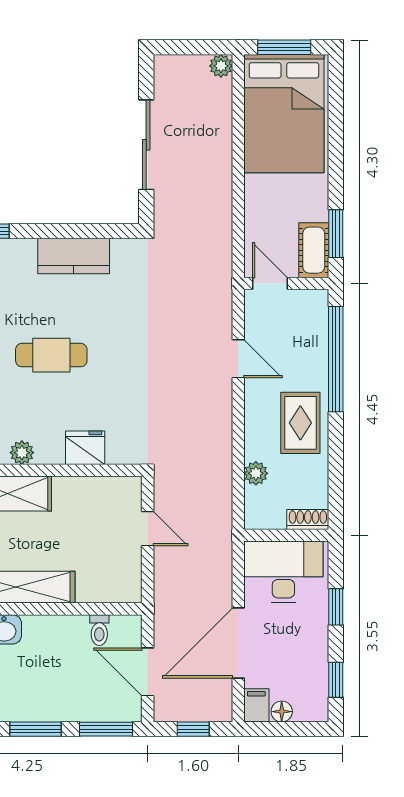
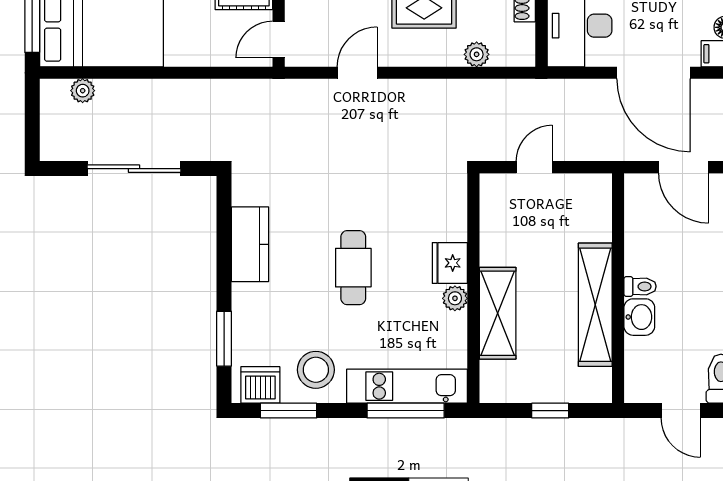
plant: (221, 66) -> (83, 91), moved
fridge: (85, 448) -> (450, 263), moved
toilet: (99, 630) -> (640, 286), moved
door: (148, 672) -> (684, 167), hinge flipped

